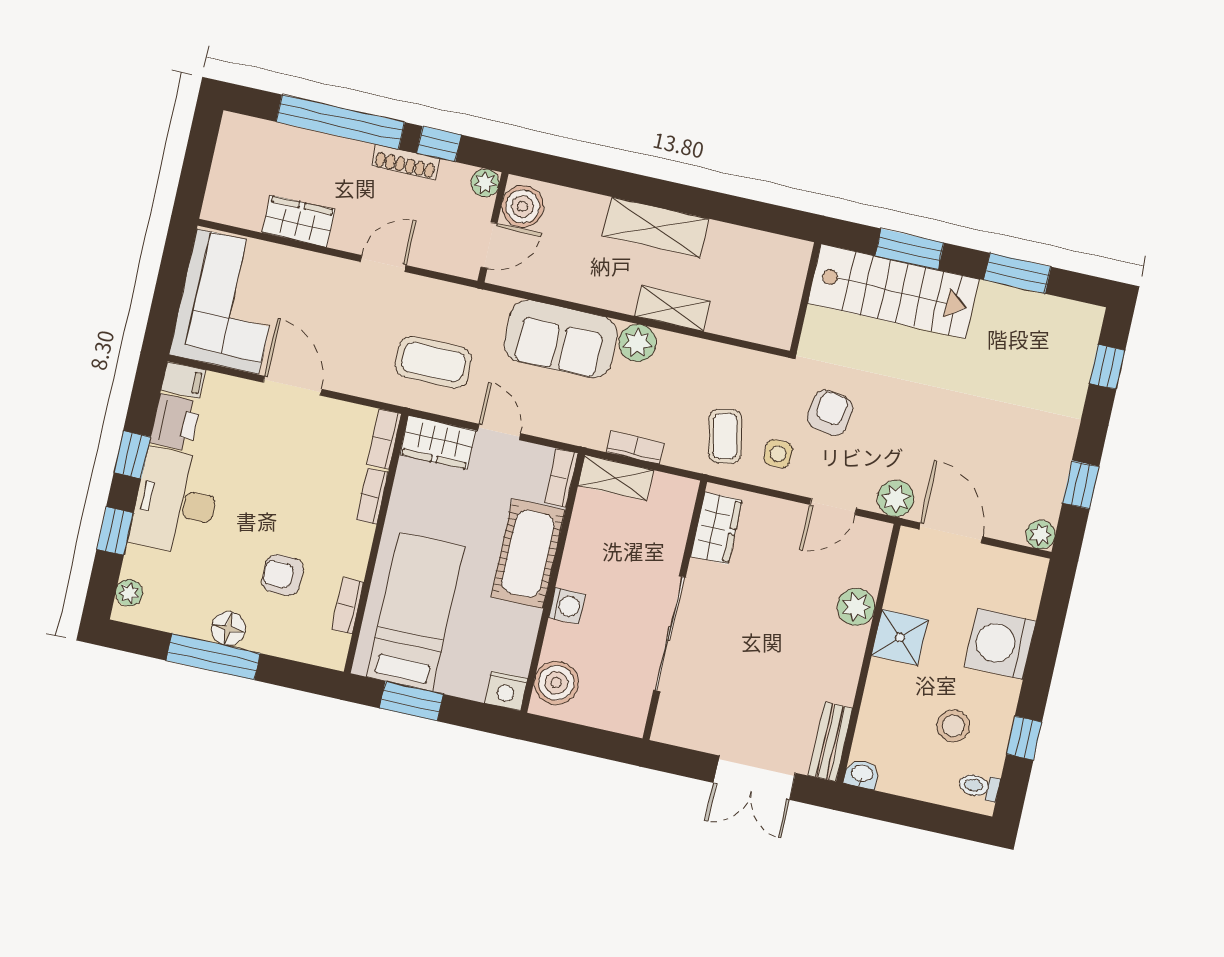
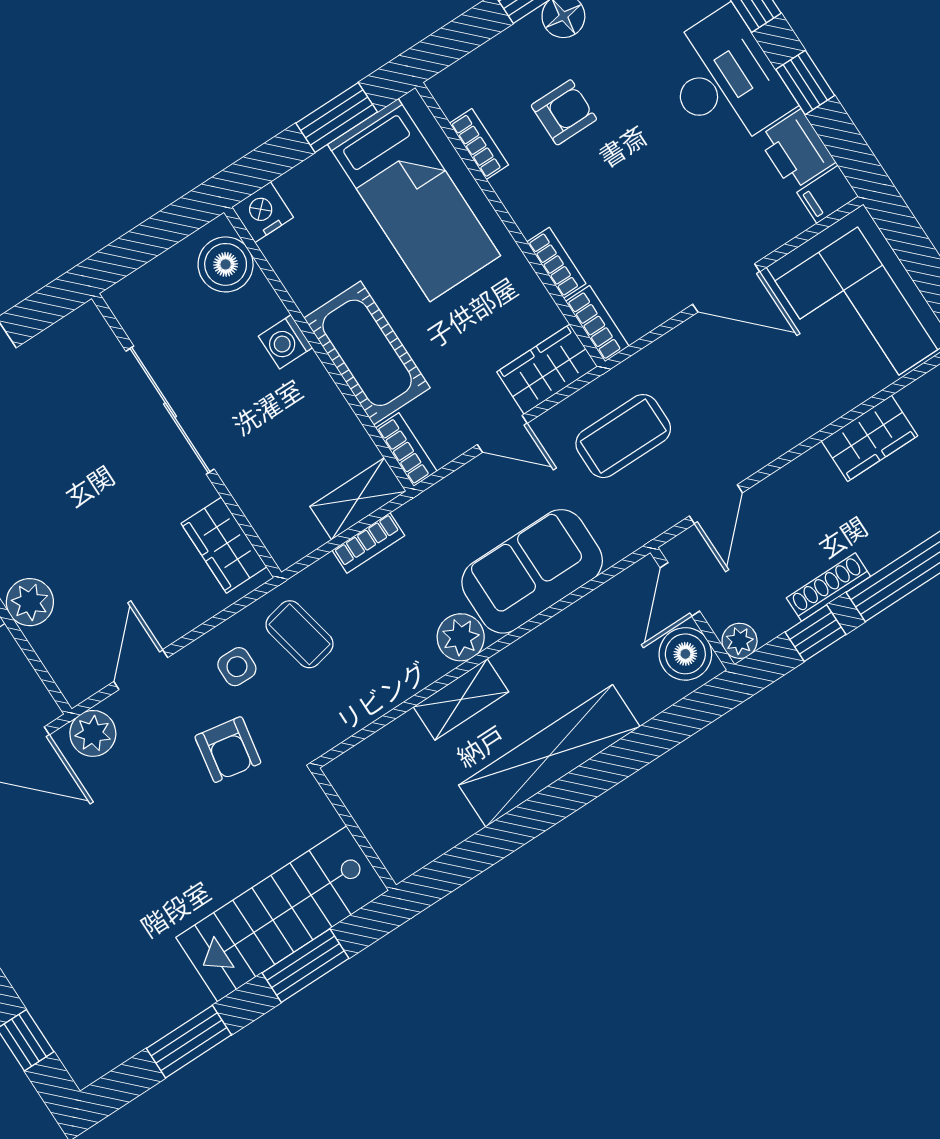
shelving: (656, 227) -> (549, 756), width x1.47
door: (383, 263) -> (716, 504), moved

